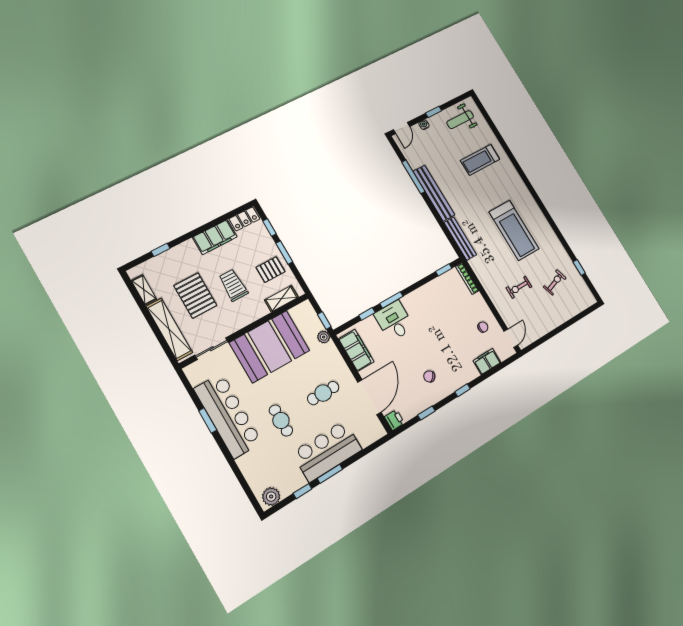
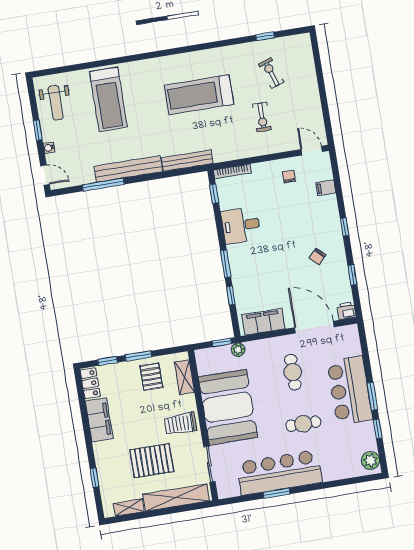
treadmill: (480, 160) -> (108, 99), width x1.37, depth x1.38
treadmill: (514, 230) -> (199, 95), turned 180
trolley: (233, 285) -> (180, 424), moved
desk: (394, 321) -> (241, 225), moved
filing cabinet: (487, 362) -> (326, 188), width x0.50

